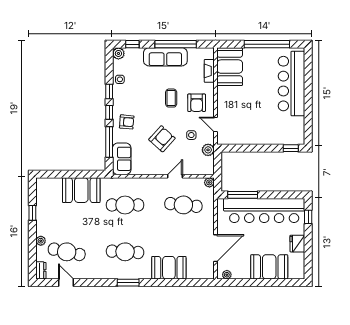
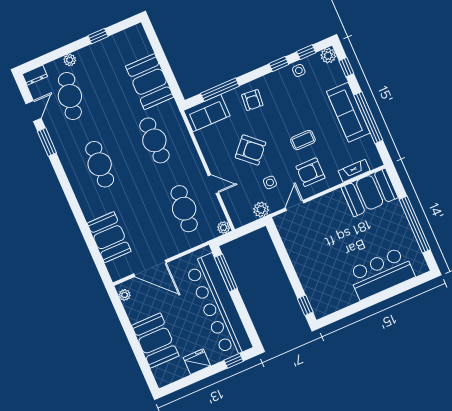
bar counter: (292, 84) -> (381, 273), width x0.73
window: (109, 112) -> (306, 52), moved
booth: (169, 268) -> (109, 237), moved
window: (128, 283) -> (47, 142), moved

